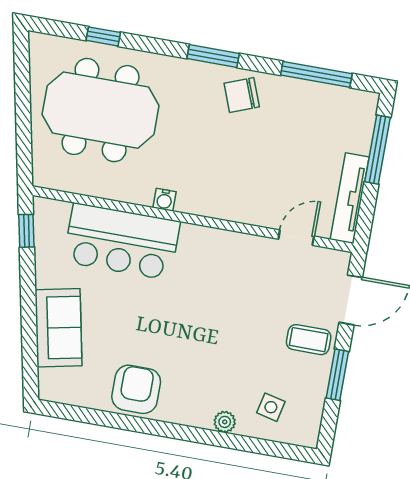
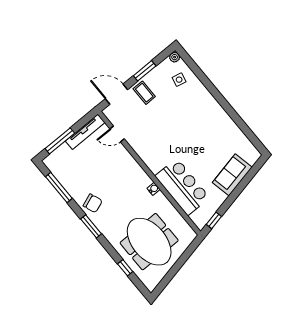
armchair: (136, 389) -> (223, 128), removed
plant: (225, 422) -> (175, 57), moved

